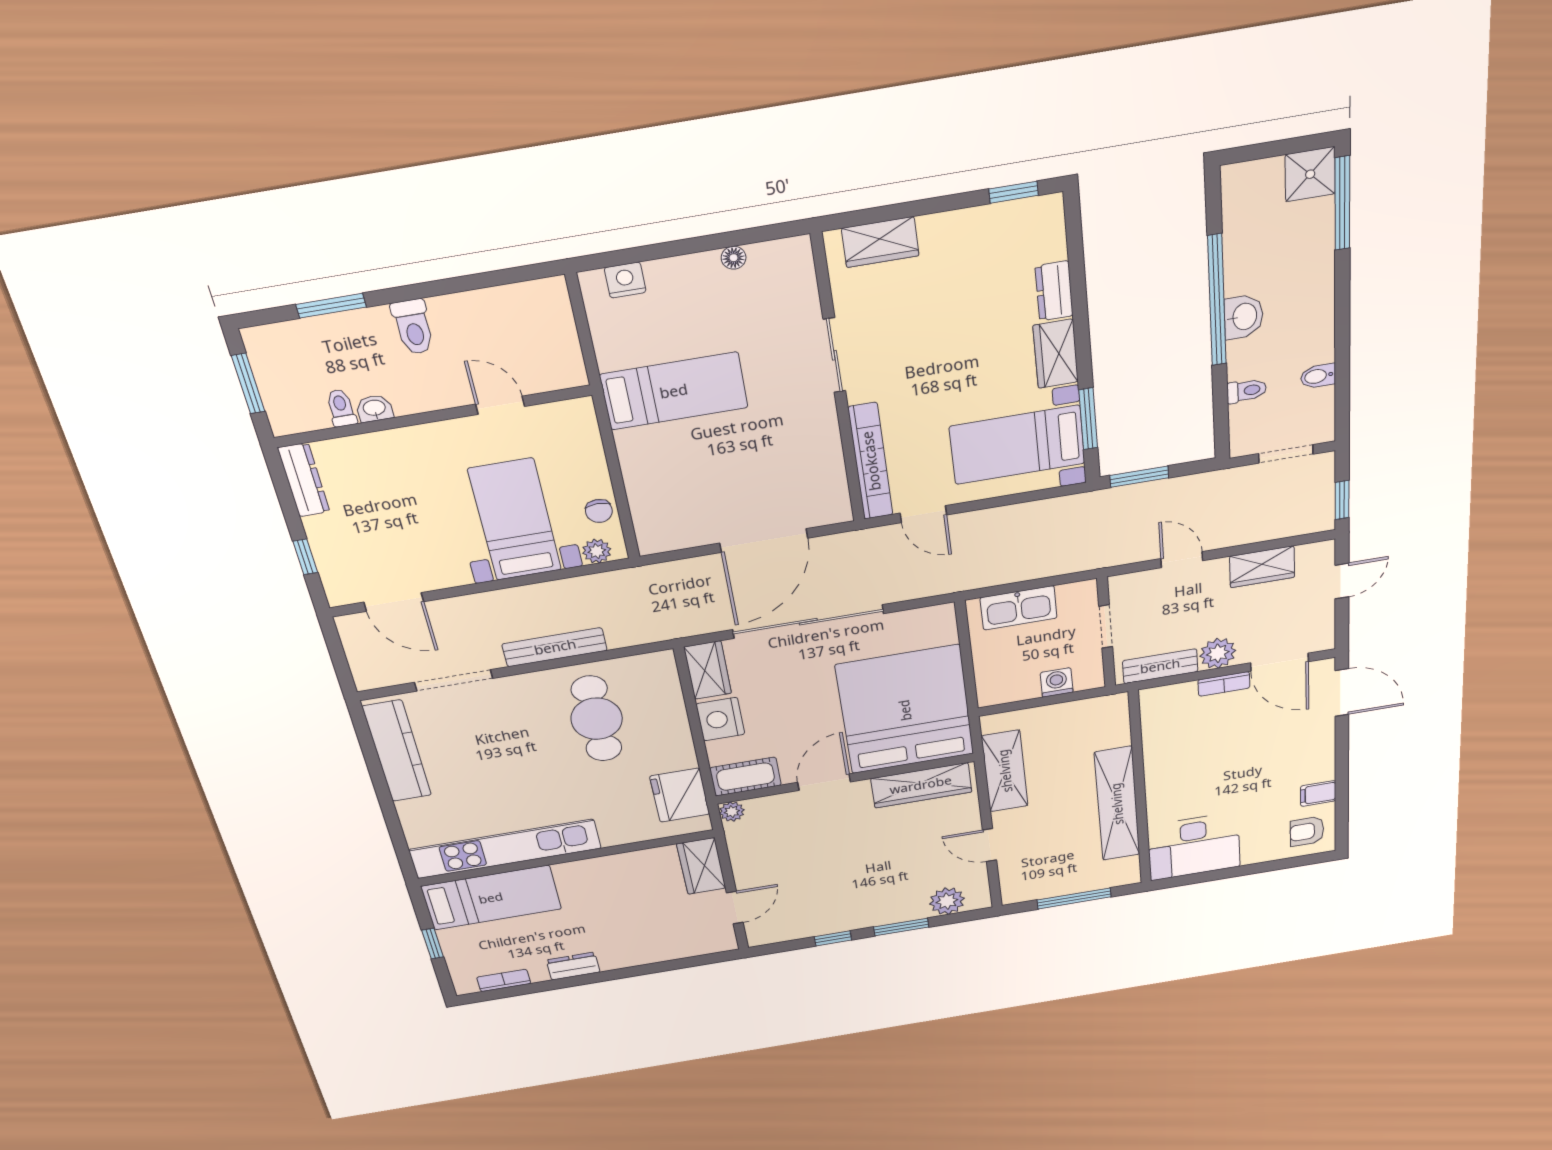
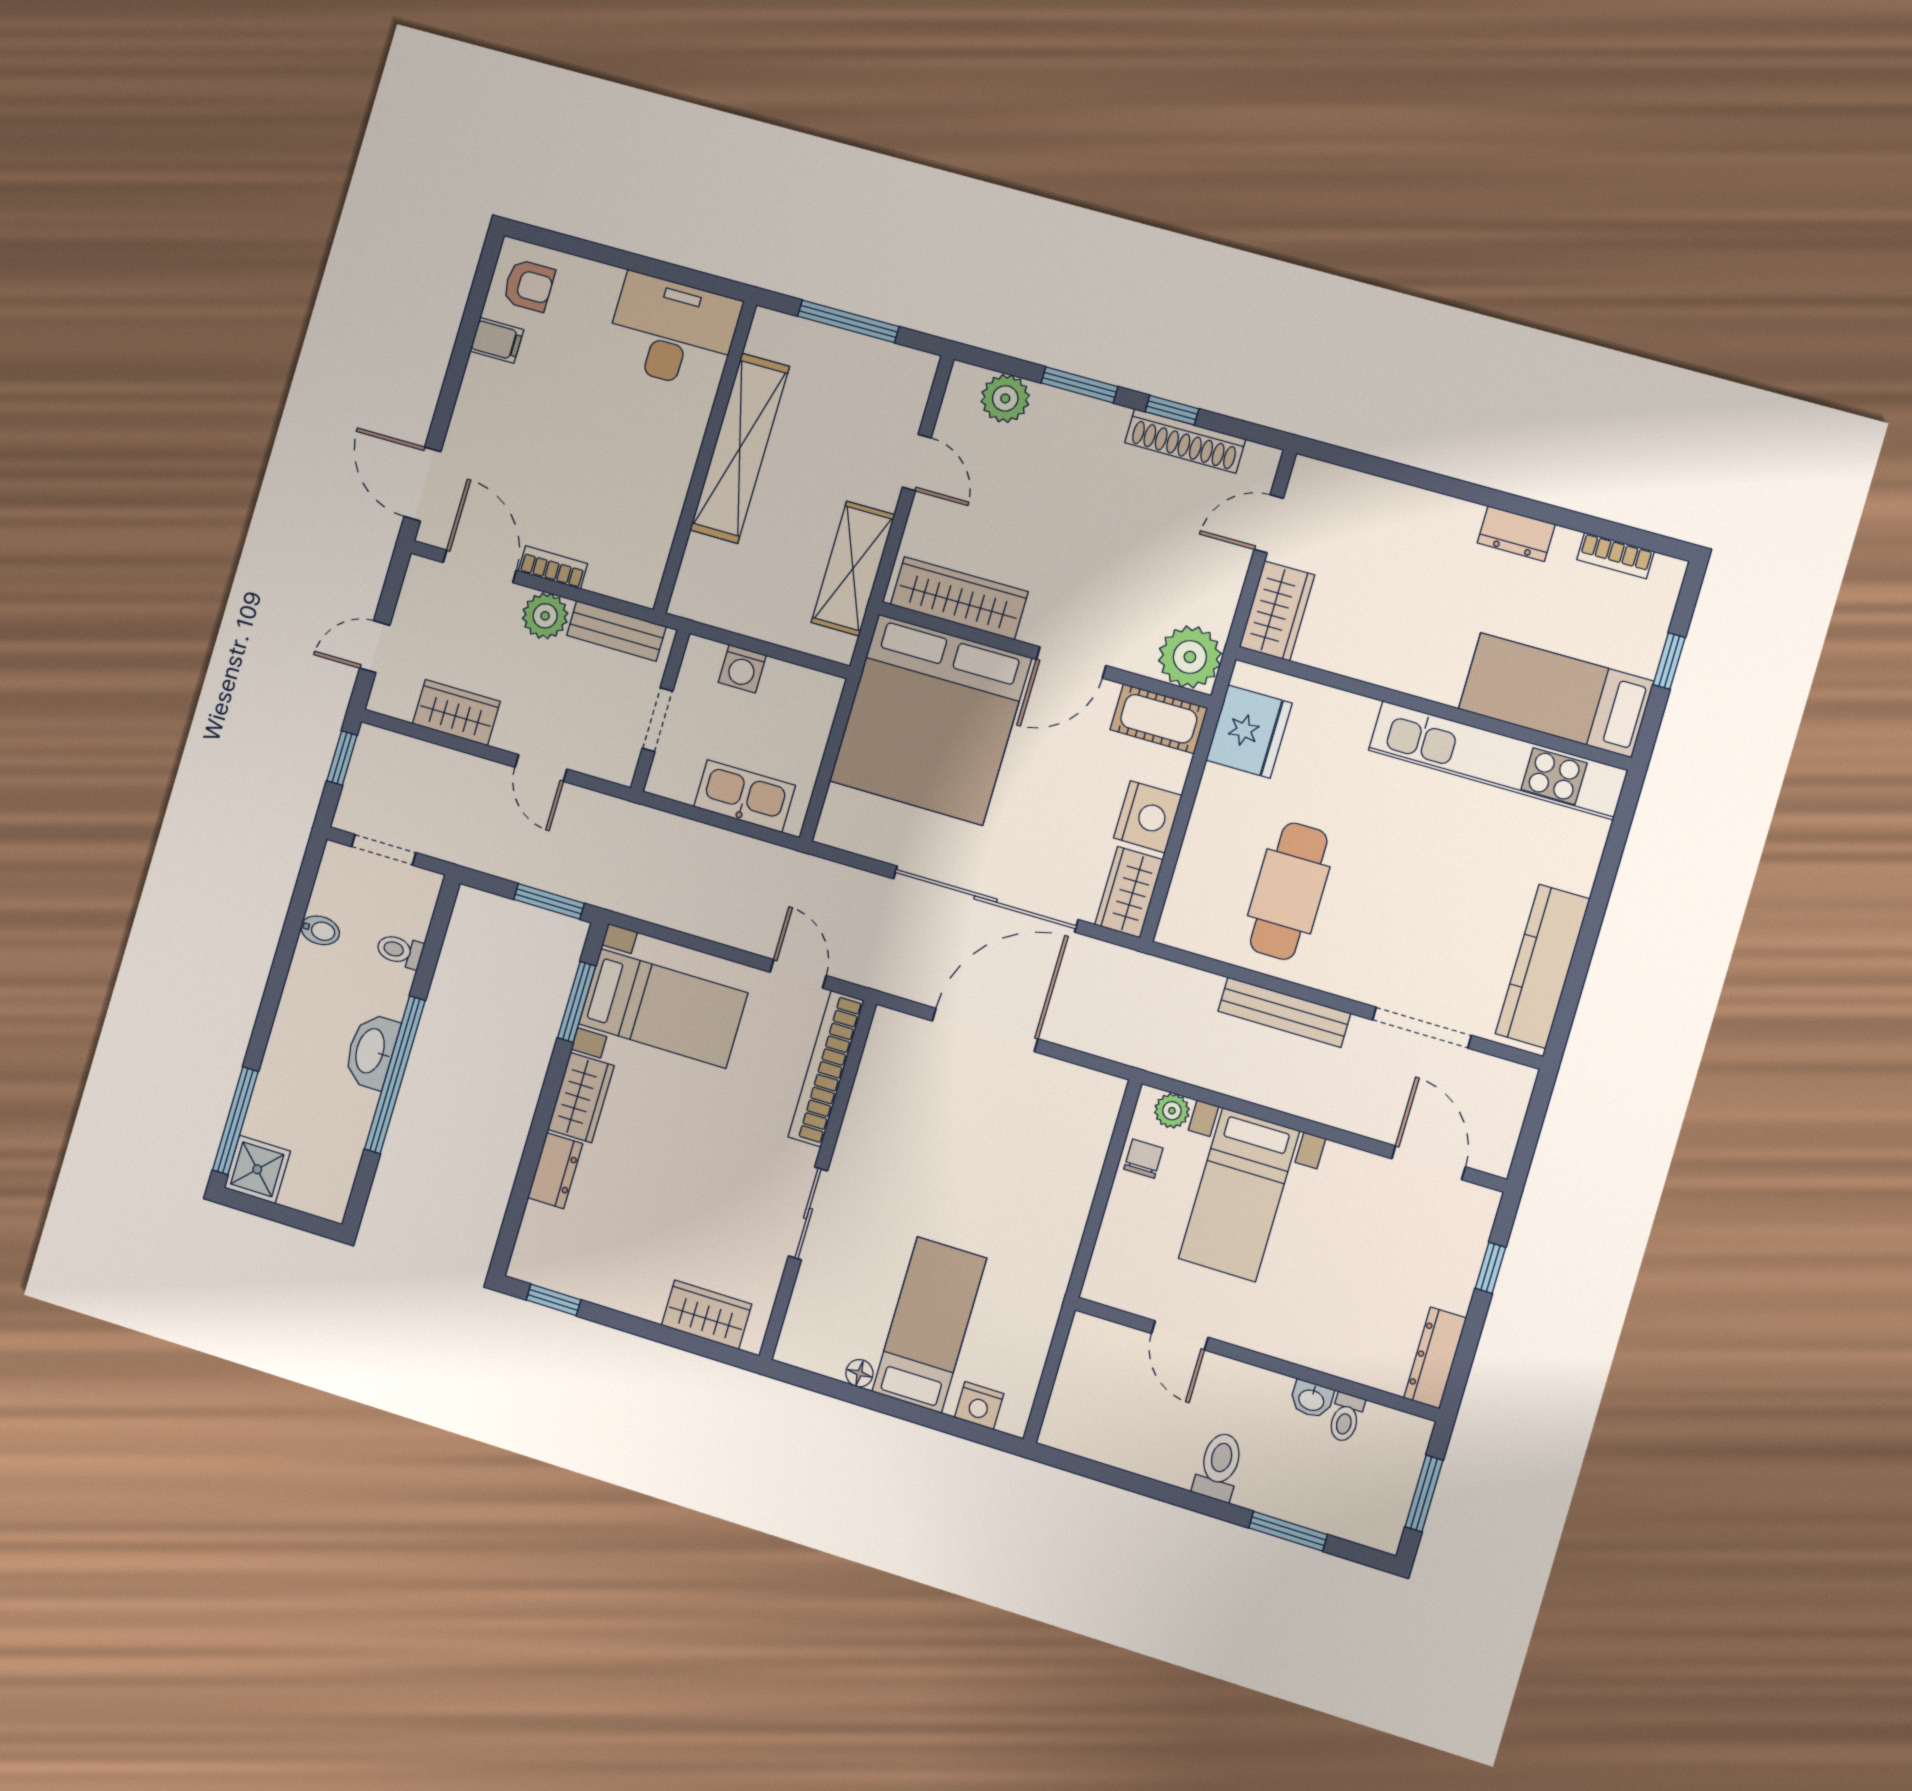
washbasin: (1244, 317) -> (371, 1051), width x1.38
bed: (674, 391) -> (929, 1325), moved, turned 90
plant: (732, 812) -> (1190, 657), width x1.87, depth x1.87
shoe rack: (815, 927) -> (1185, 441), added

